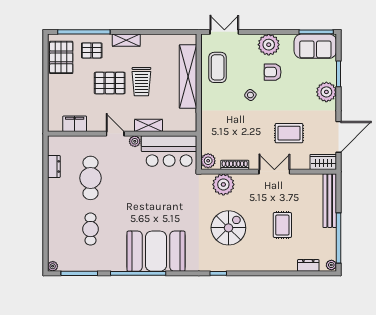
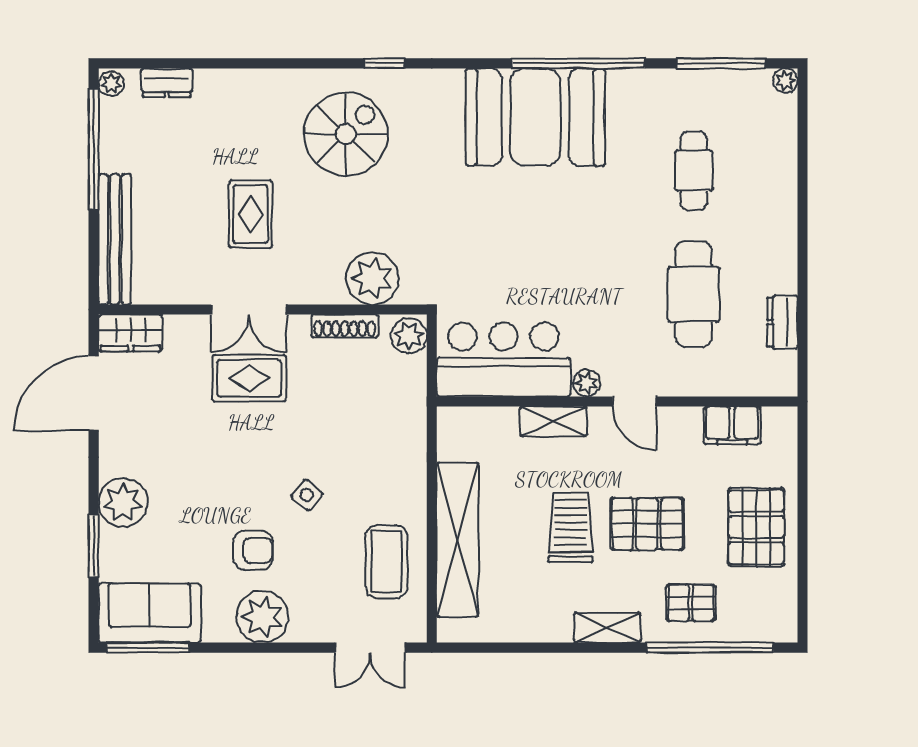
pallet: (61, 57) -> (756, 527), moved
rug: (289, 133) -> (249, 378), moved
rug: (282, 225) -> (251, 214), moved
spiral stairs: (228, 228) -> (346, 134), moved, turned 180

